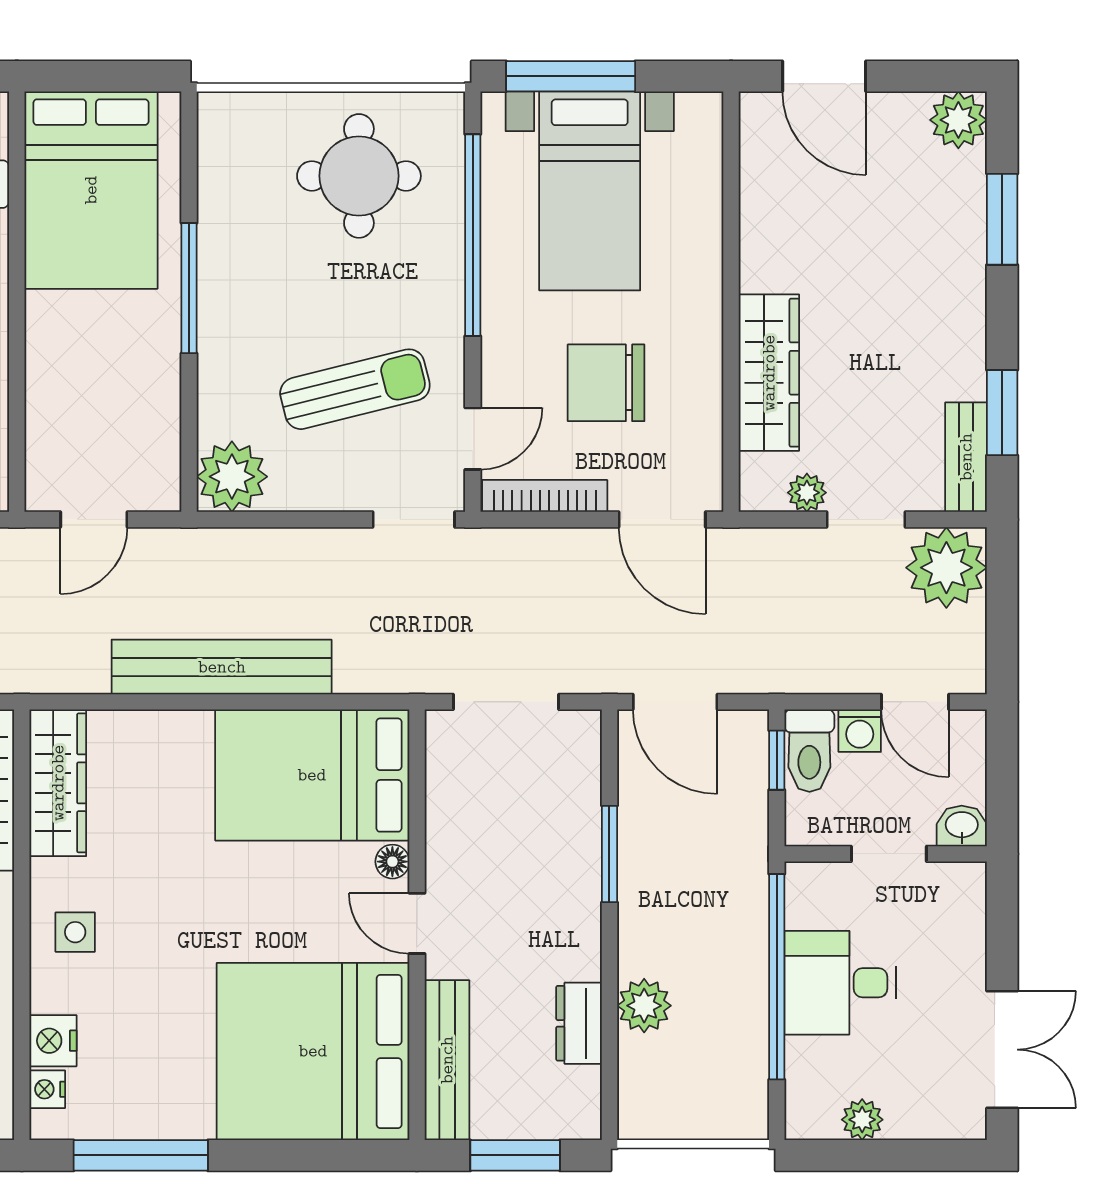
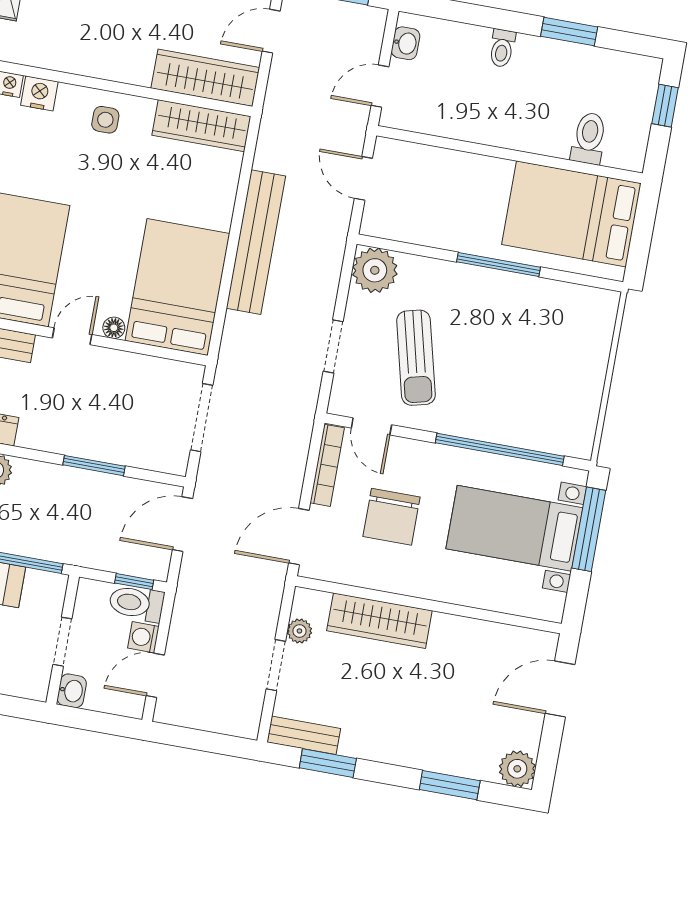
round table: (359, 176) -> (550, 384), removed
chair: (606, 383) -> (391, 517), turned 180
doorway: (414, 520) -> (333, 346), moved
plant: (946, 568) -> (236, 710), removed

